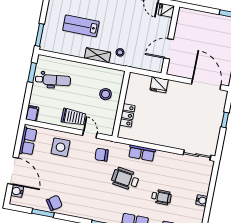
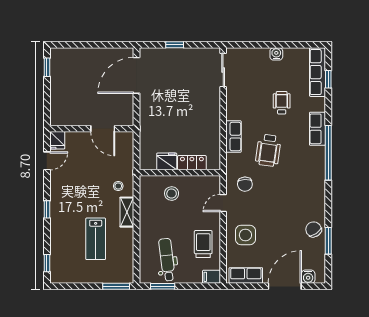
fridge: (159, 85) -> (167, 161), moved, turned -90
trolley: (73, 117) -> (203, 244), moved

